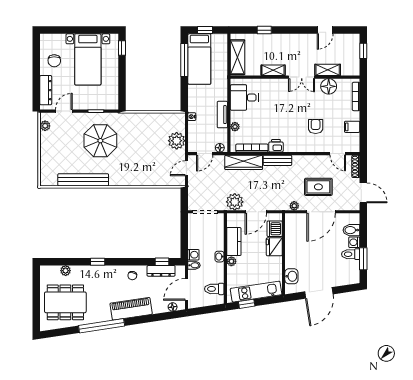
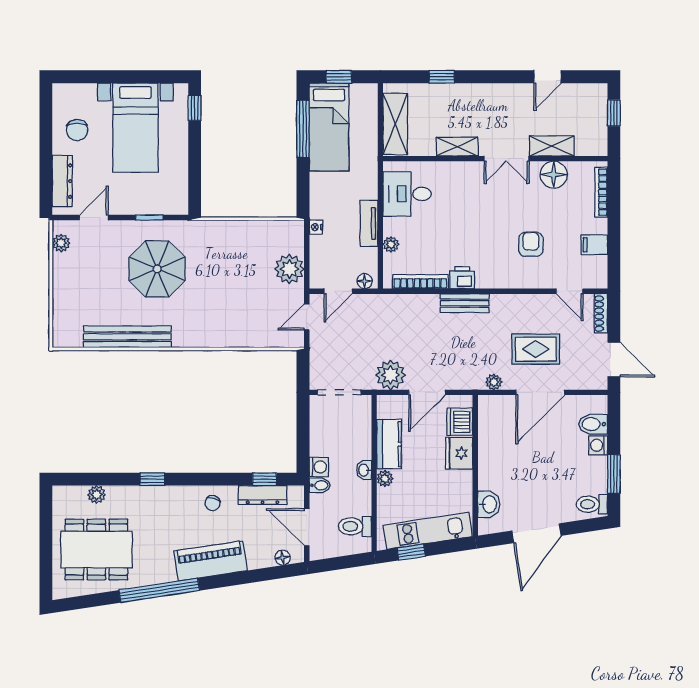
wardrobe: (244, 162) -> (406, 306), removed
toilet: (351, 254) -> (592, 504), moved
door: (186, 289) -> (307, 527), hinge flipped

